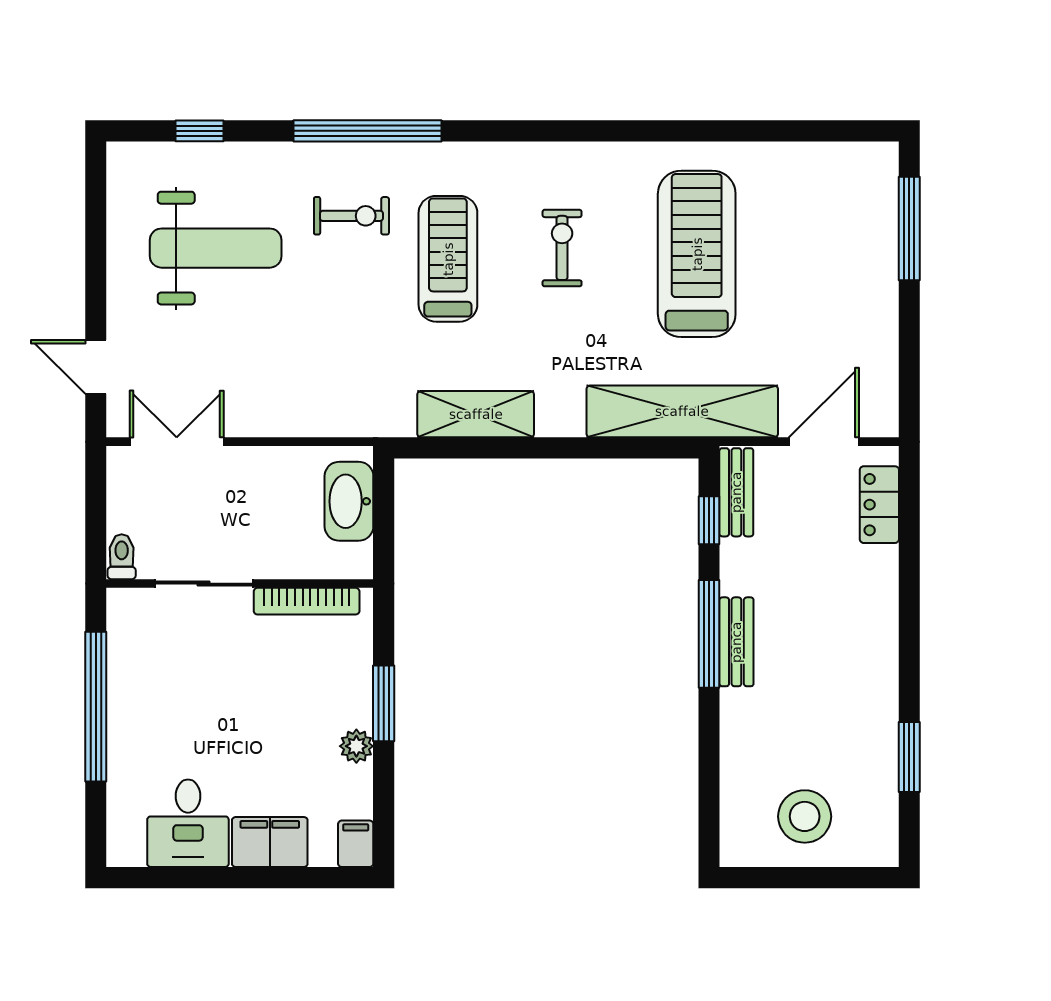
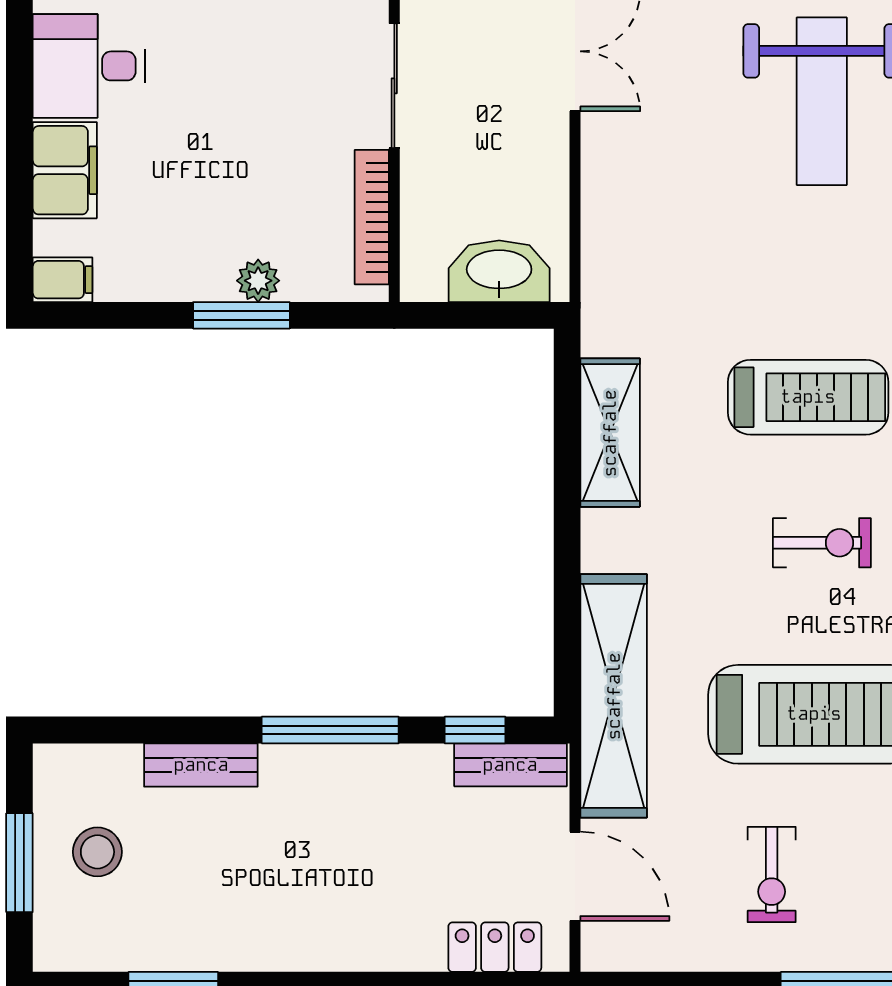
exercise bike: (351, 216) -> (772, 874), moved
bench: (736, 642) -> (201, 765), moved
plant: (356, 746) -> (258, 281), moved
stool: (805, 816) -> (97, 852), width x0.73, depth x0.73
window: (813, 878) -> (19, 863), added

